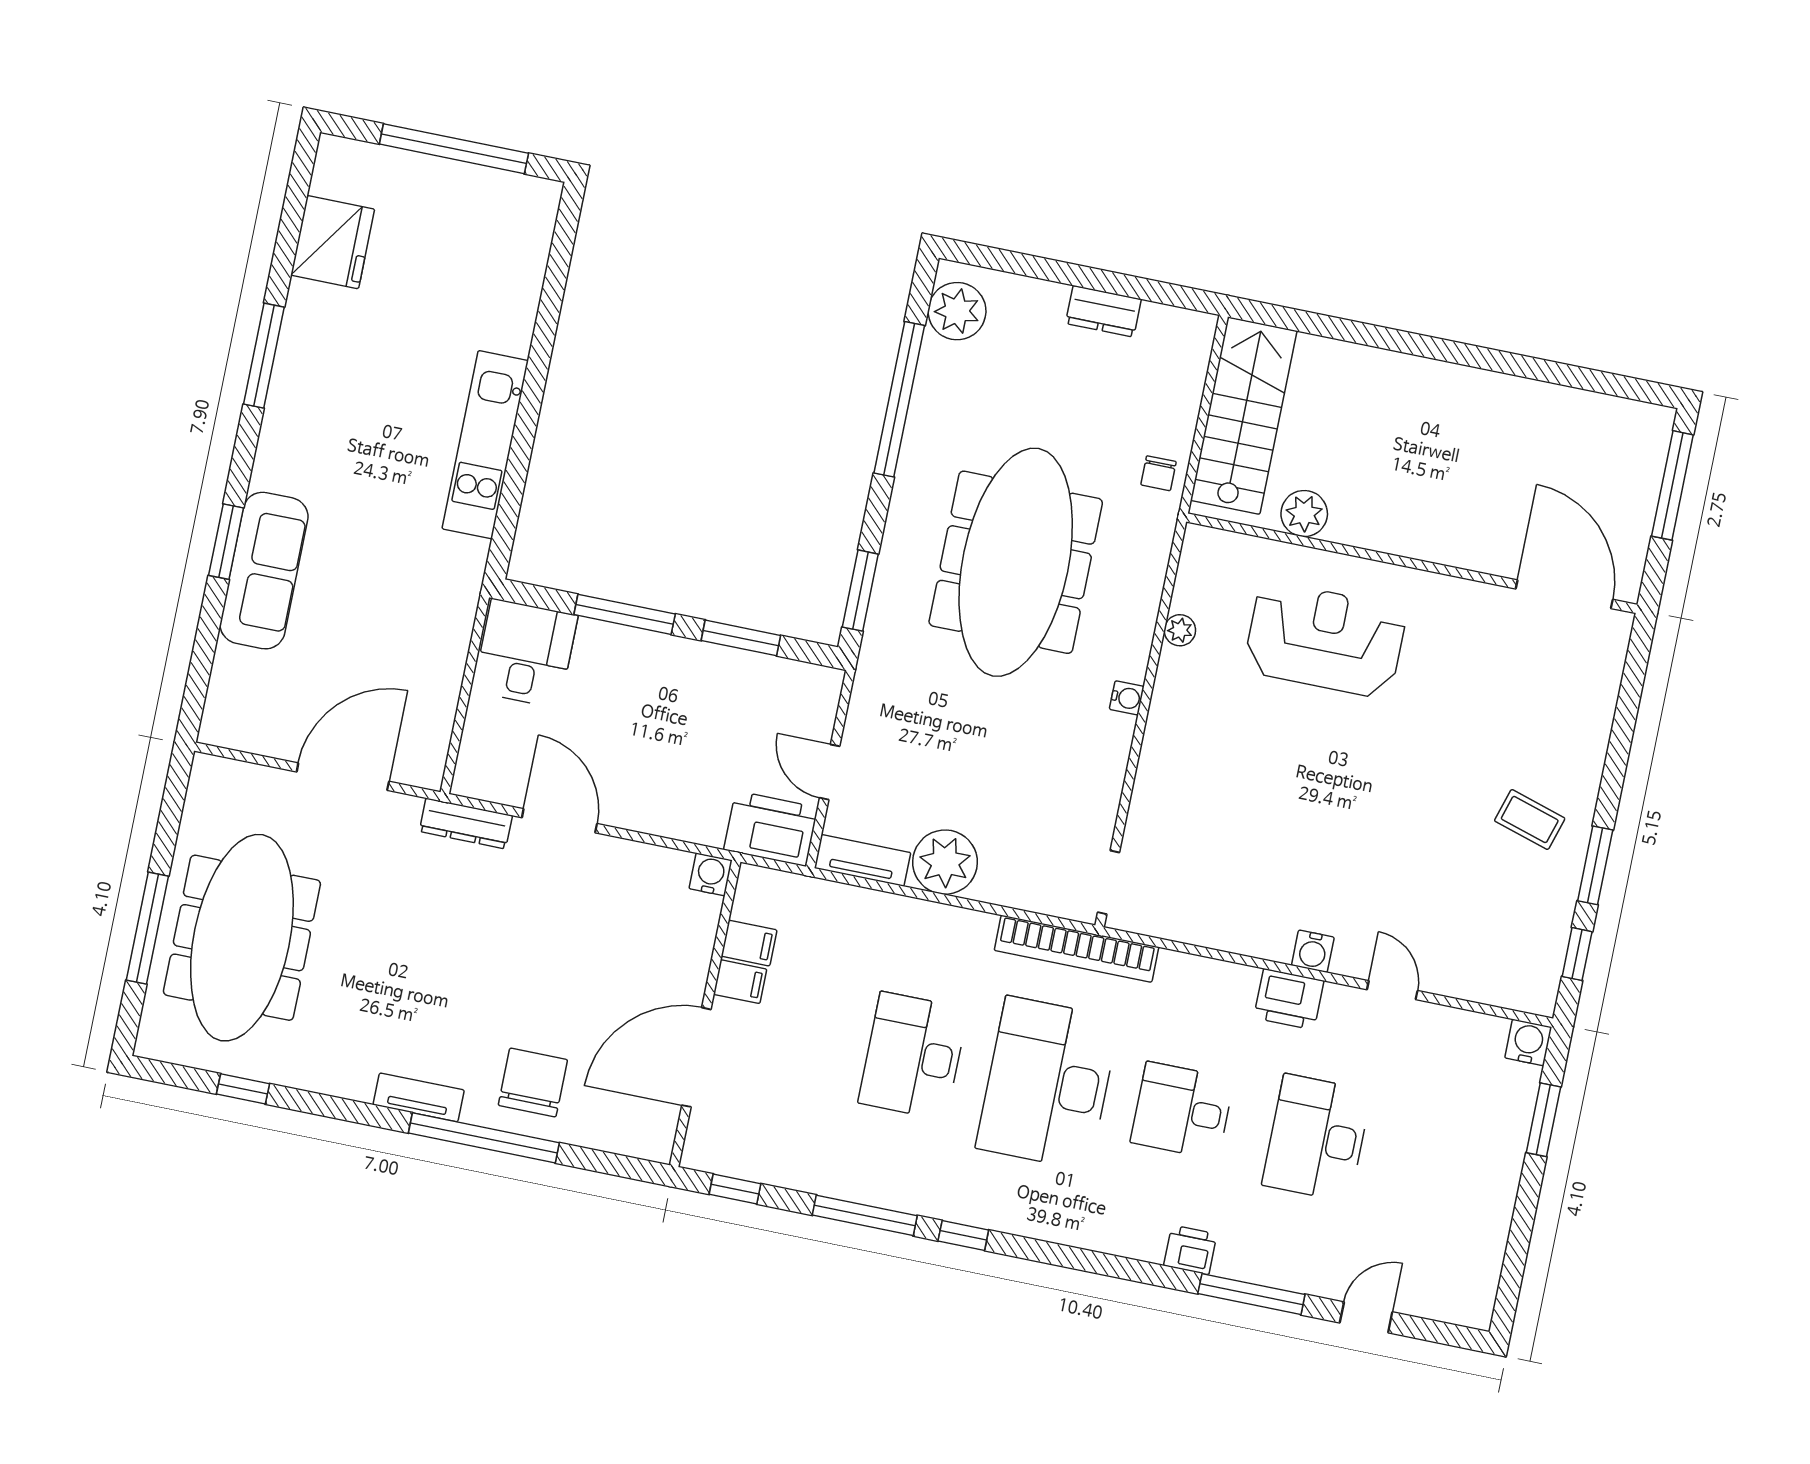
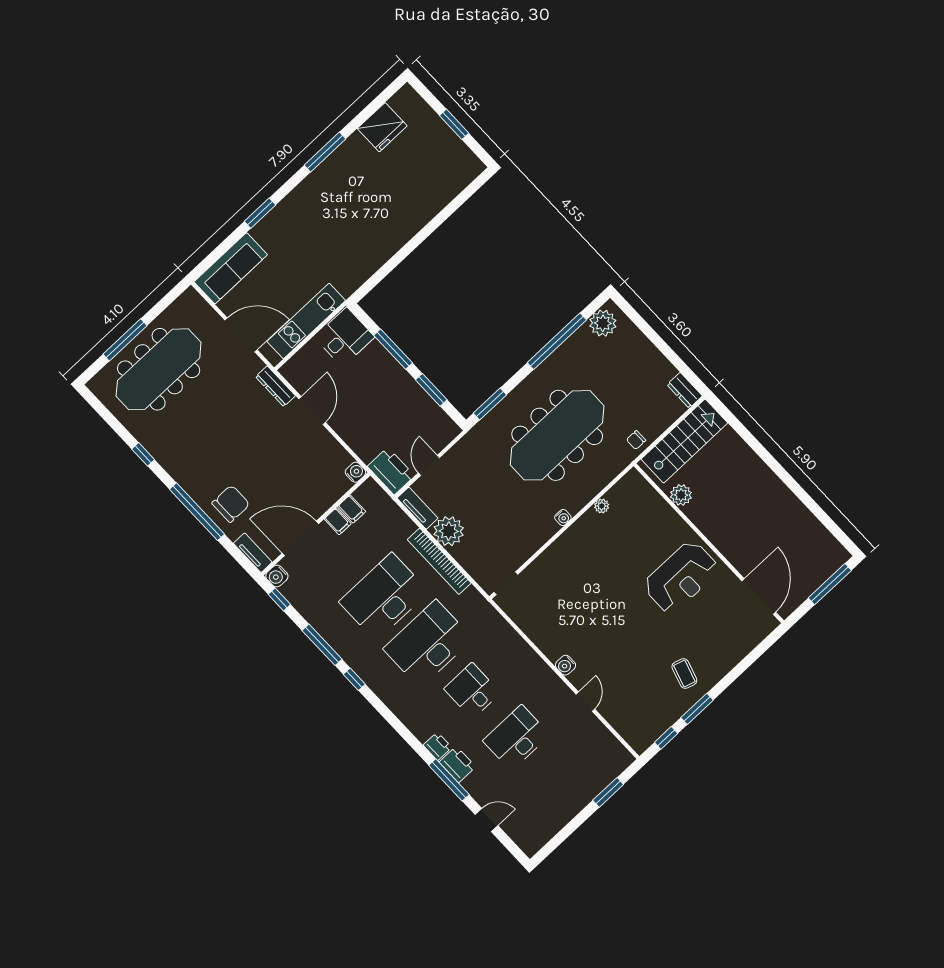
window: (454, 149) -> (454, 124), width x0.47
dresser: (1103, 311) -> (685, 390), moved
kitchen unit: (485, 445) -> (306, 321), moved
sofa: (264, 571) -> (231, 268), moved
reception desk: (1325, 640) -> (681, 577), moved, turned 90
bookcase: (1077, 949) -> (439, 561), moved
printer: (1289, 999) -> (457, 764), moved, turned 180
water cooler: (1528, 1042) -> (277, 576), moved, turned 180
desk: (913, 1056) -> (384, 597), width x1.36, depth x1.30
window: (243, 1089) -> (143, 454), moved
tv unit: (419, 1097) -> (253, 553), moved

